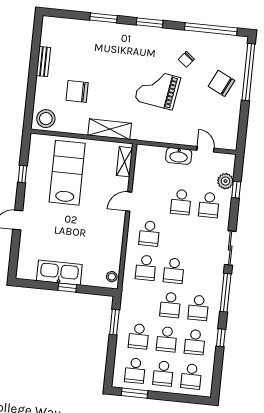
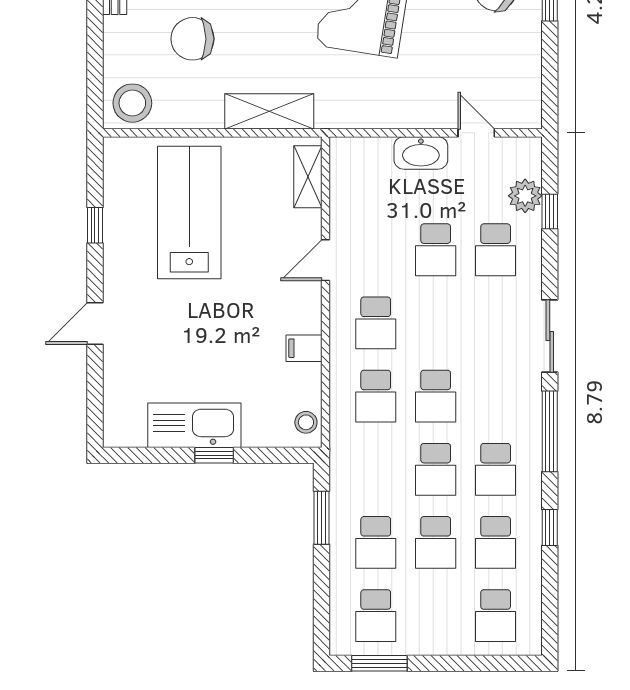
filing cabinet: (114, 242) -> (304, 348), added
school desk: (163, 373) -> (436, 616), removed

